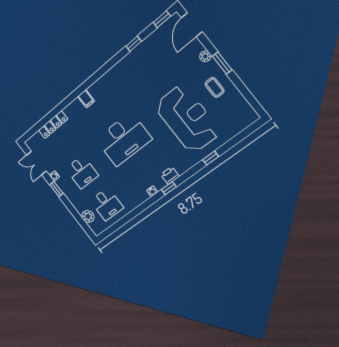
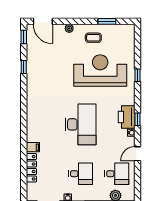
window: (222, 63) -> (107, 21), moved
filing cabinet: (86, 99) -> (33, 147), moved
printer: (170, 175) -> (127, 117), width x1.87, depth x1.48
door: (138, 210) -> (137, 154), added

